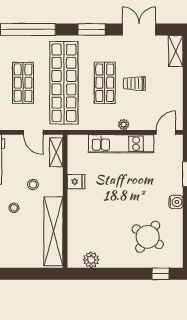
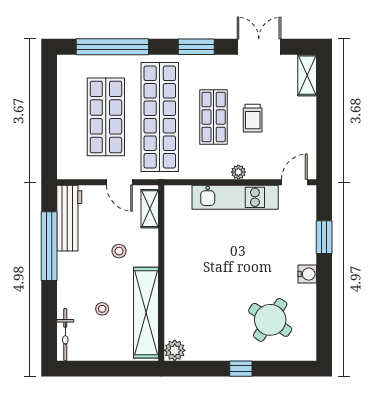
shop shelf: (23, 83) -> (106, 117), width x1.43, depth x1.36
trolley: (134, 84) -> (253, 118), turned -90
fridge: (76, 182) -> (176, 247), removed
stool: (14, 208) -> (102, 309), moved
plant: (91, 260) -> (175, 350), moved
window: (161, 274) -> (241, 369), moved

